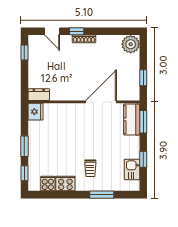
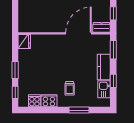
dresser: (39, 95) -> (102, 27), moved
kitchen counter: (132, 119) -> (104, 67), moved

